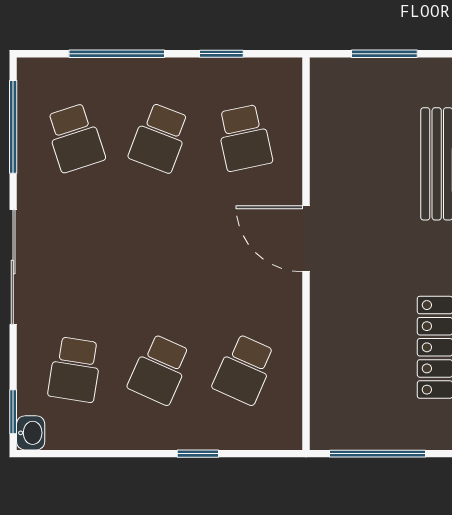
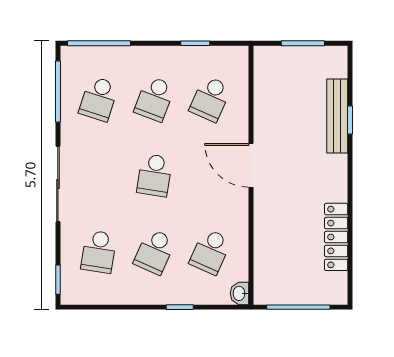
window: (117, 54) -> (99, 43), moved
school desk: (75, 138) -> (99, 99), turned 36
school desk: (244, 138) -> (210, 99), turned 36
school desk: (160, 254) -> (155, 175), added
washbasin: (31, 433) -> (240, 293), moved, turned 180

